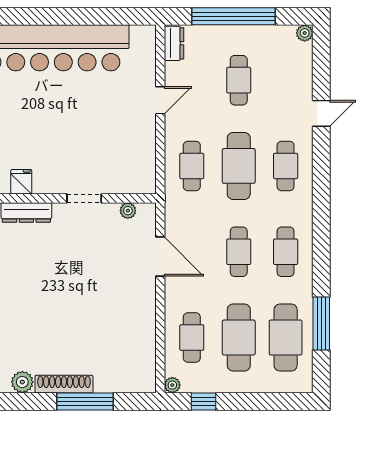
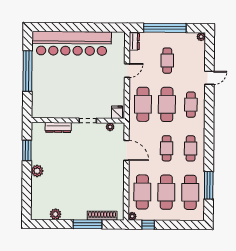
cafe table: (192, 166) -> (143, 104), width x1.37, depth x1.35
fridge: (21, 182) -> (117, 112), moved
cafe table: (192, 337) -> (142, 192), width x1.37, depth x1.35
shoe rack: (64, 384) -> (102, 216), moved

